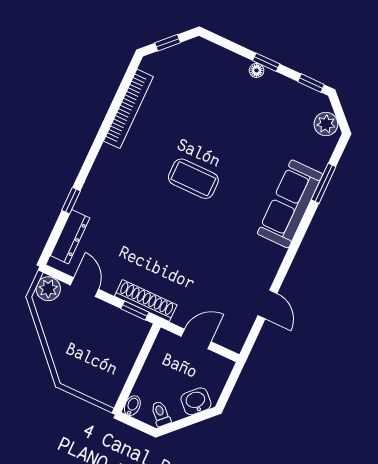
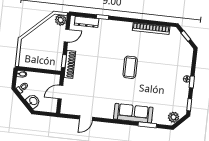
door: (196, 339) -> (60, 92), swing flipped

